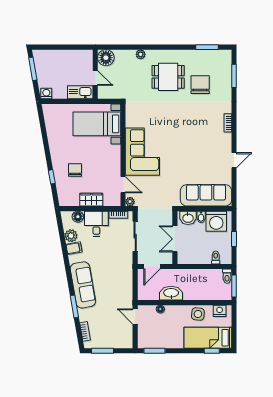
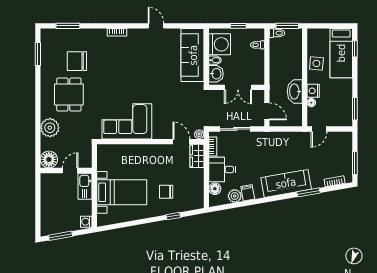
plant: (141, 54) -> (50, 128), width x1.88, depth x1.88
bed with nightstands: (97, 124) -> (122, 192), moved, turned -90
corner sofa: (142, 152) -> (127, 121), moved
door: (123, 185) -> (181, 142), hinge flipped
wardrobe: (91, 200) -> (197, 156), moved
nightstand: (220, 311) -> (313, 91), moved

